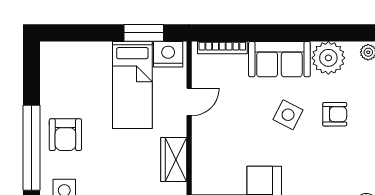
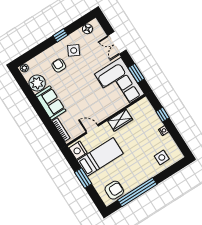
window: (144, 33) -> (83, 178), moved
side table: (288, 115) -> (74, 50), moved
armchair: (65, 135) -> (114, 190), moved
window: (32, 148) -> (137, 192), moved

